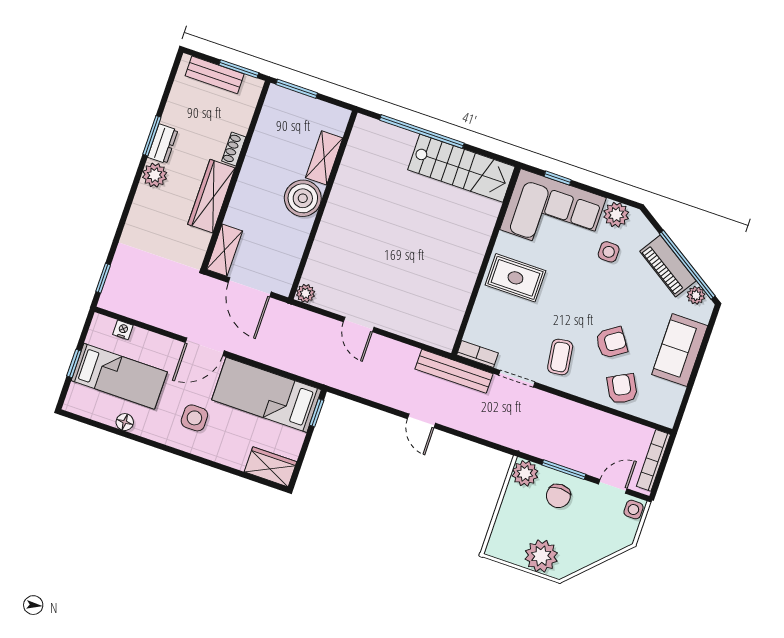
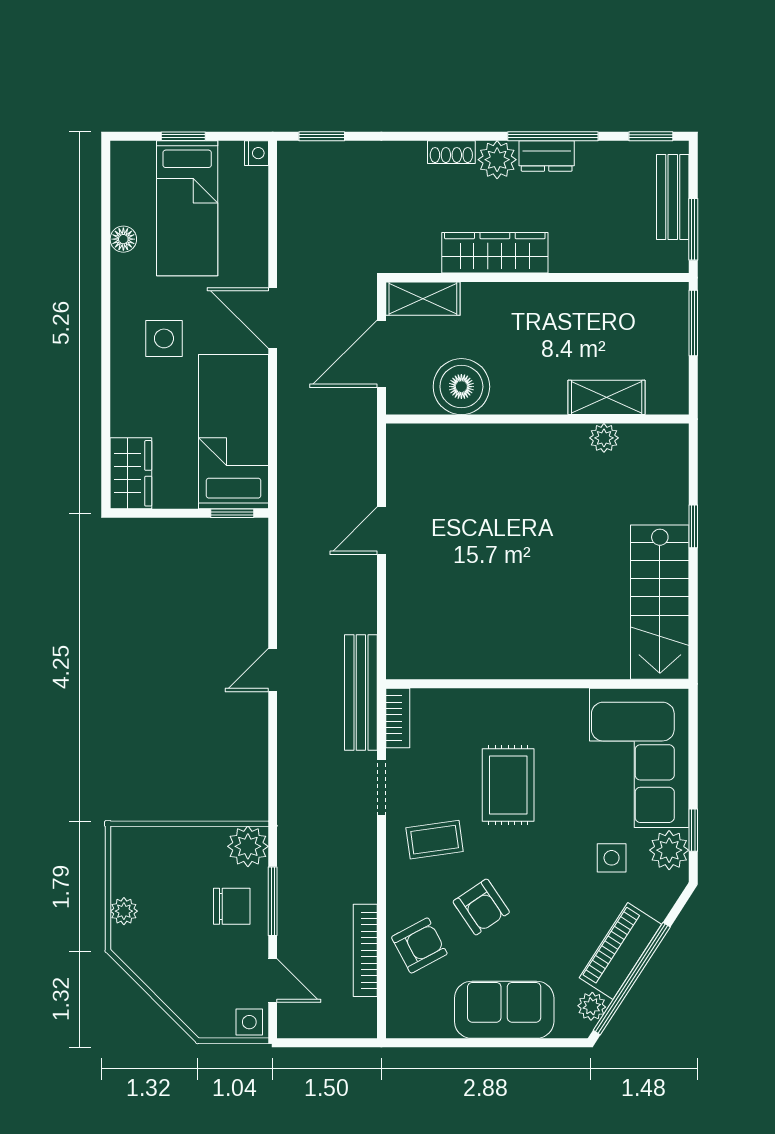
window: (173, 75) -> (651, 136), added
window: (422, 132) -> (693, 526), width x0.32
window: (152, 136) -> (553, 136), width x1.44
shoe rack: (234, 149) -> (451, 152), moved, turned 180
window: (558, 178) -> (693, 830), moved
boiler: (303, 198) -> (461, 387), moved
rug: (515, 278) -> (508, 785), moved
plant: (306, 293) -> (604, 438), moved
nightstand: (123, 330) -> (256, 153), moved
bookcase: (653, 460) -> (365, 950), moved, turned -90
chair: (558, 496) -> (232, 906), turned 180
plant: (541, 556) -> (124, 911), width x0.53, depth x0.53

